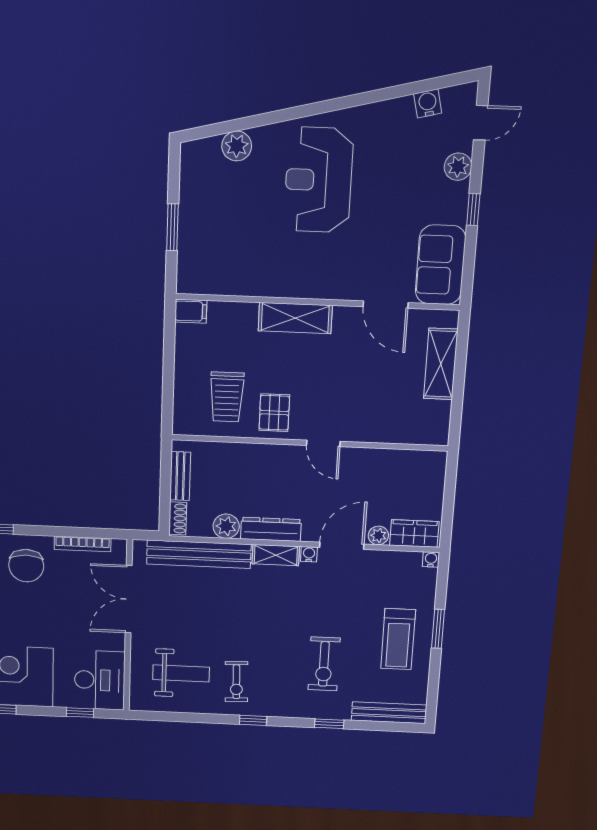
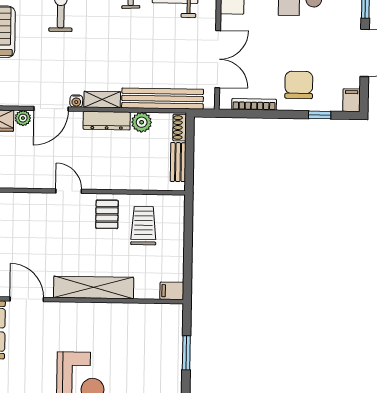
shelving: (295, 318) -> (94, 287), width x1.47

